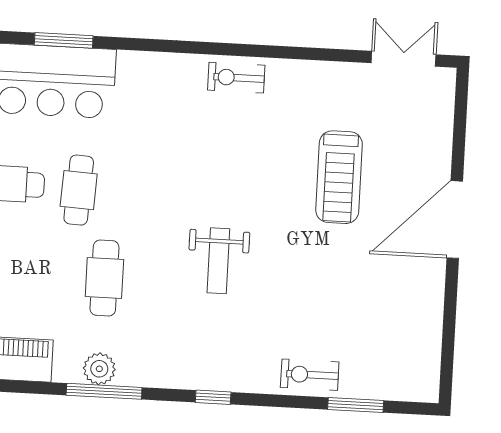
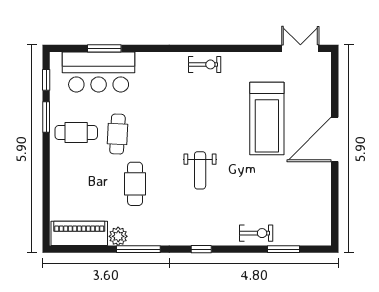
exercise bike: (236, 78) -> (205, 64), turned 180
treadmill: (339, 177) -> (267, 119), width x1.37, depth x1.38
plant: (99, 369) -> (118, 236), moved
exercise bike: (310, 375) -> (256, 233), turned 180

